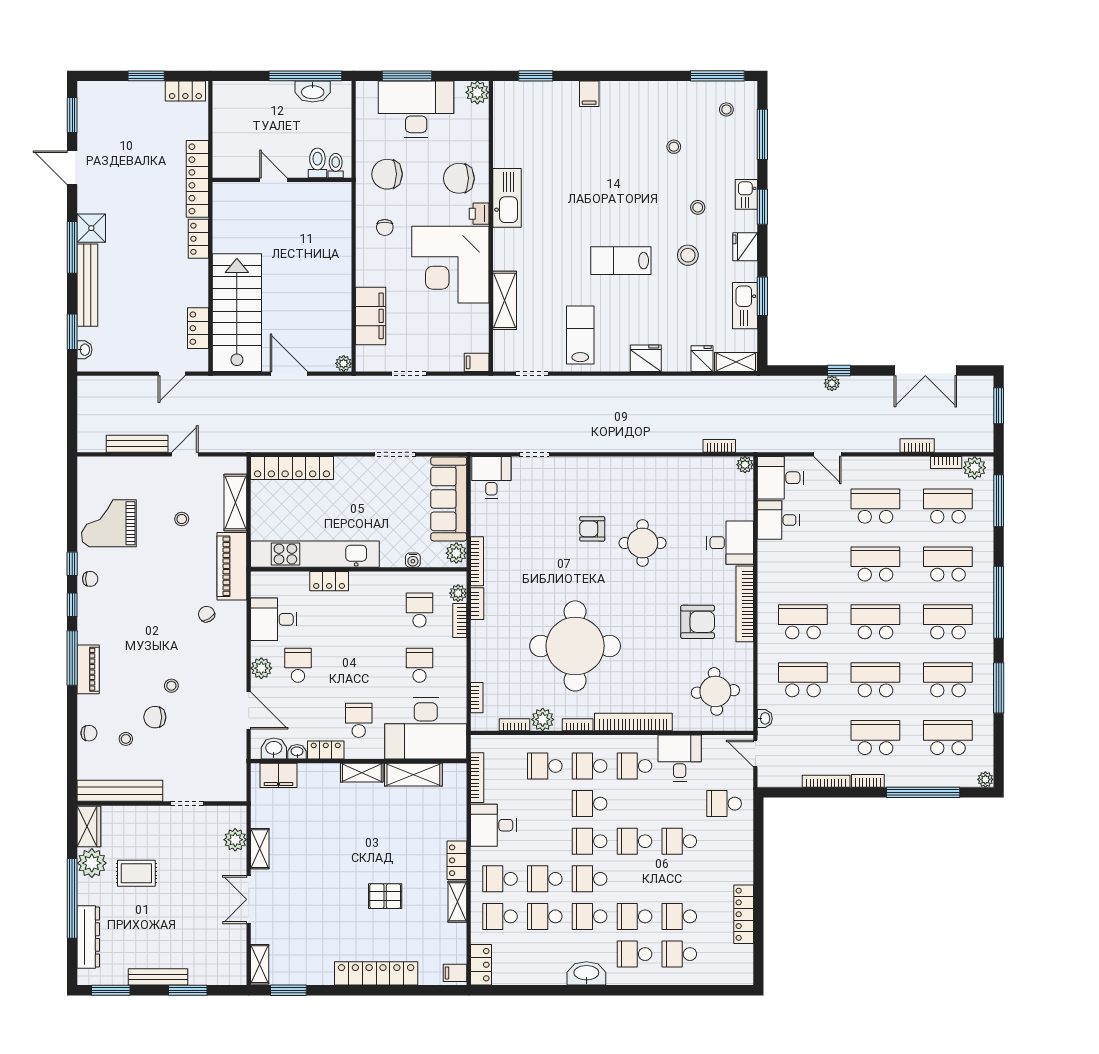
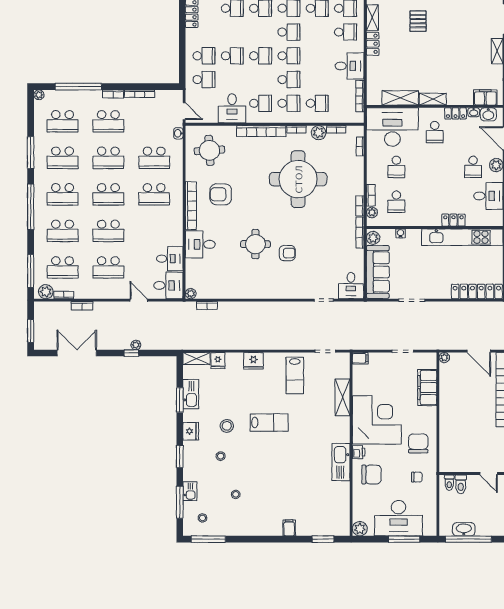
chair: (387, 174) -> (417, 477), width x0.54, depth x0.54
kitchen sink: (746, 194) -> (190, 491), moved
chair: (385, 227) -> (418, 443), width x1.87, depth x1.87
school desk: (545, 879) -> (204, 56), moved
pallet: (385, 896) -> (418, 21), turned 90

